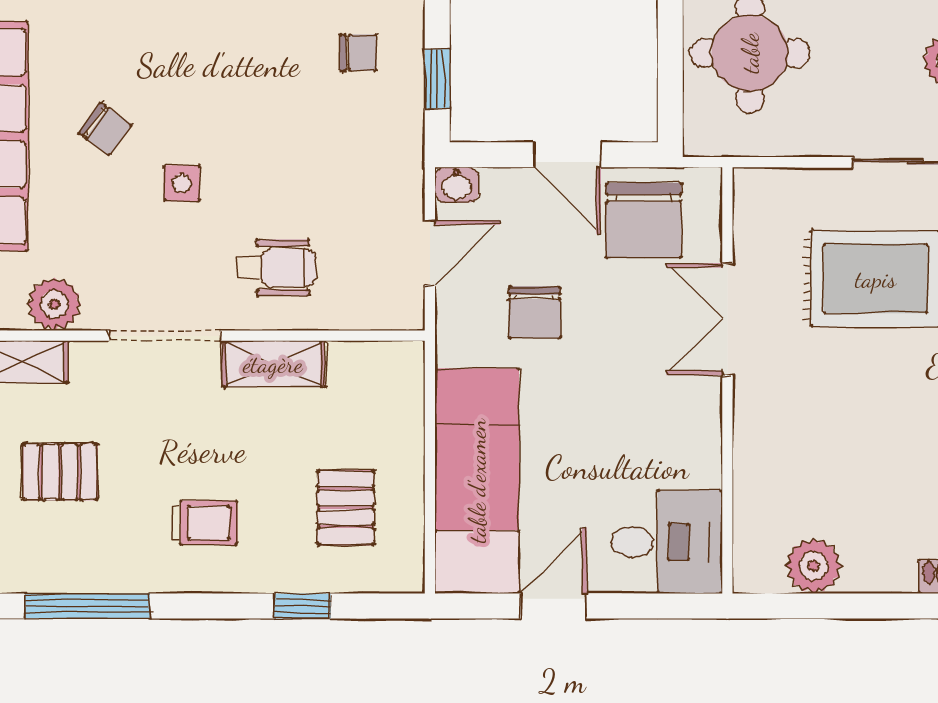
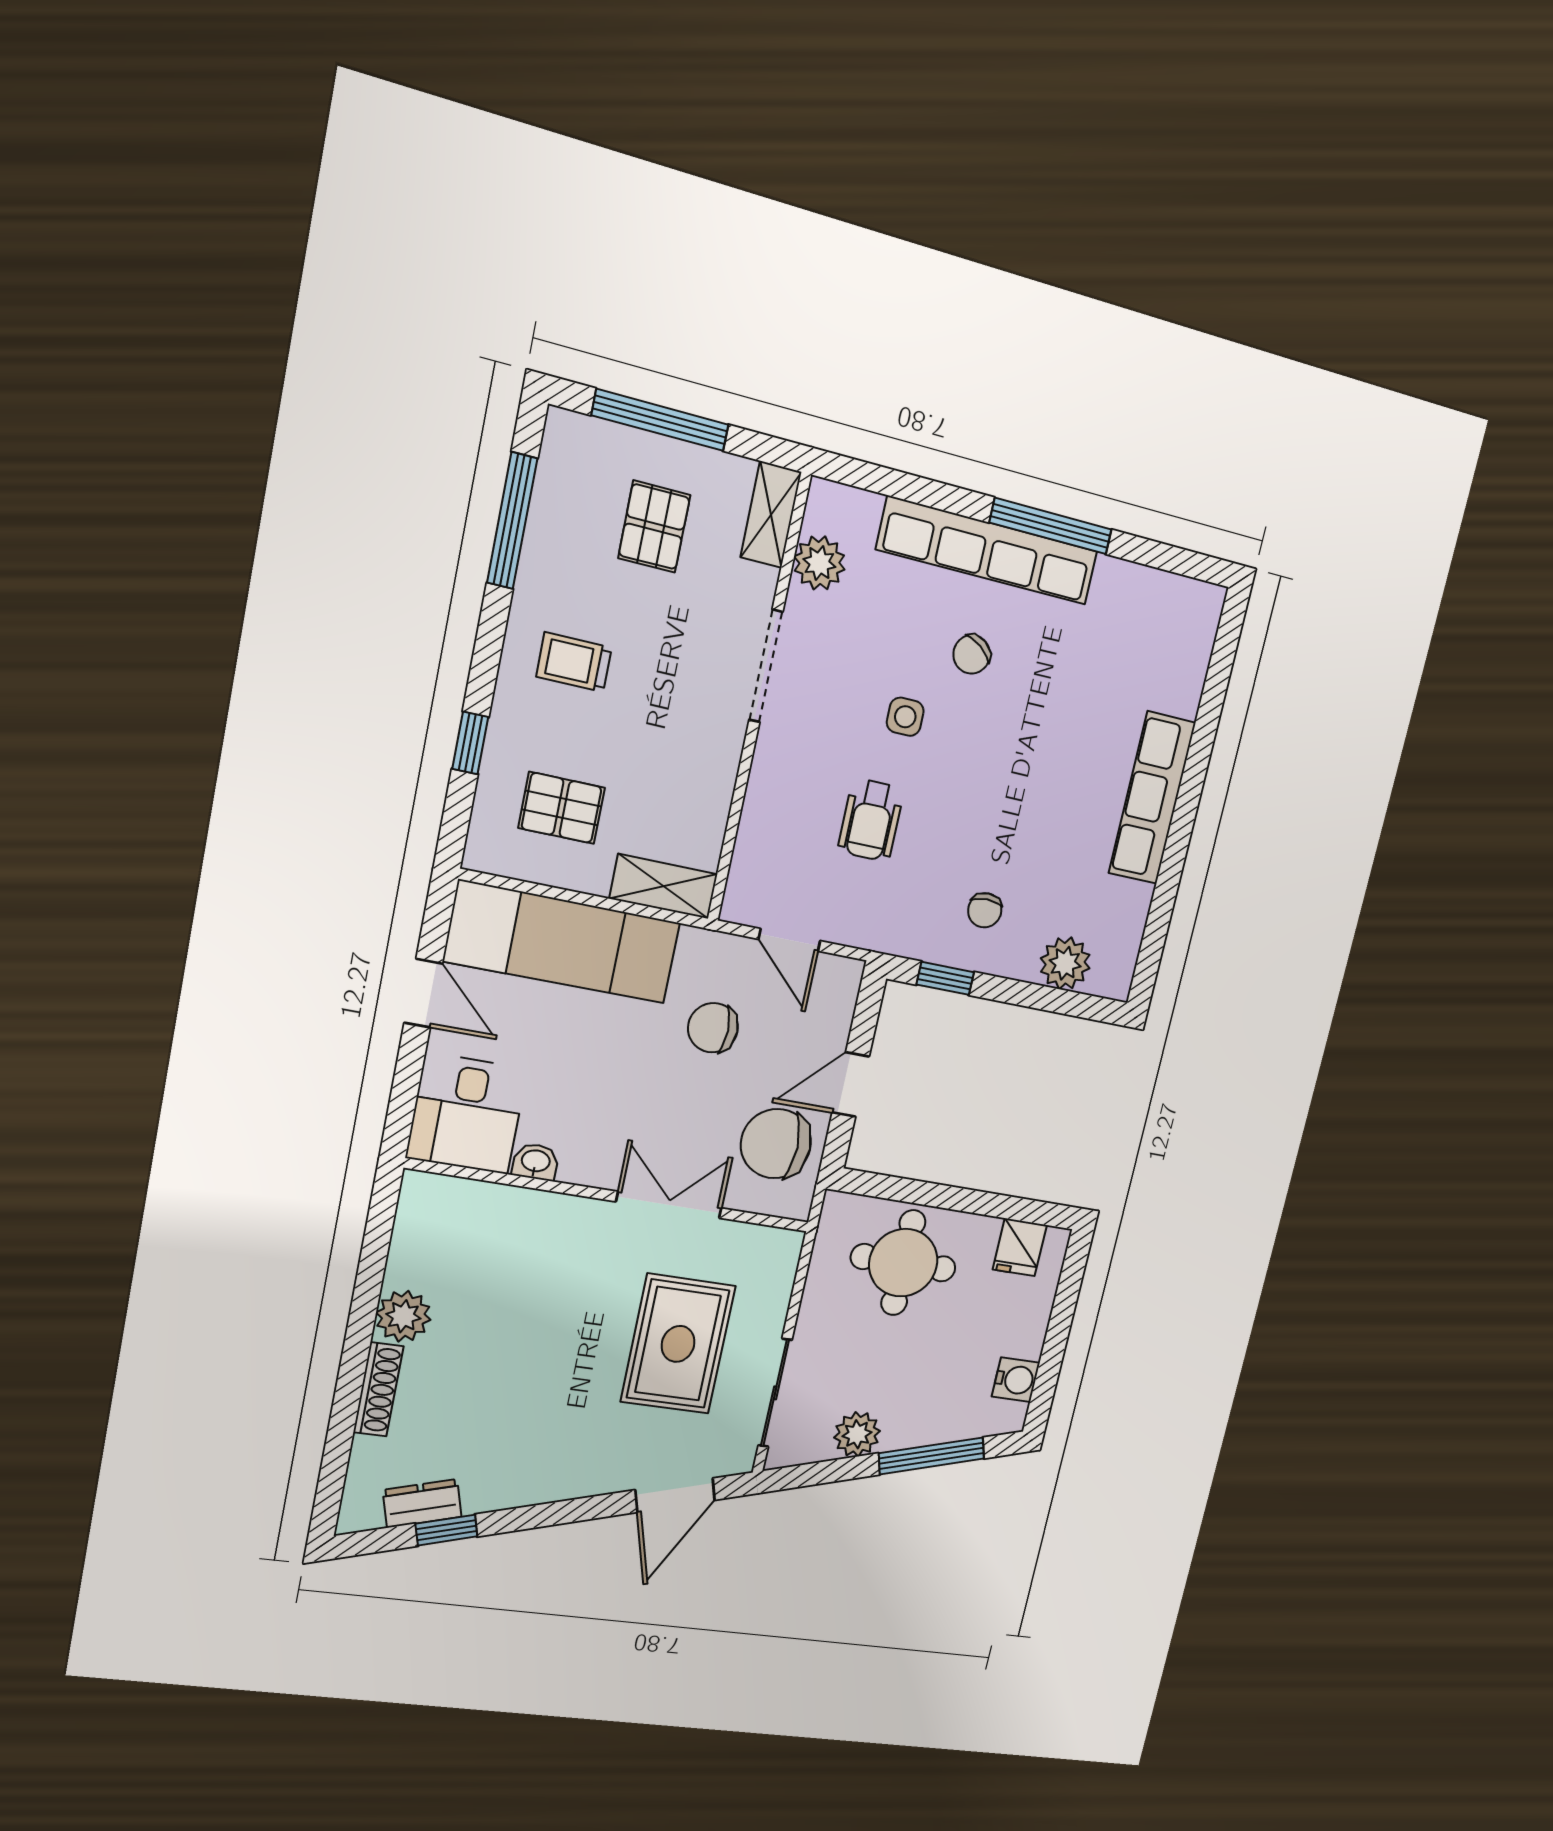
washbasin: (457, 185) -> (536, 1162), moved, turned 90
wheelchair: (277, 268) -> (871, 820), moved
shelving: (273, 364) -> (664, 886), moved, turned 90
trolley: (204, 523) -> (574, 662), turned 90
plant: (813, 566) -> (403, 1316), moved

